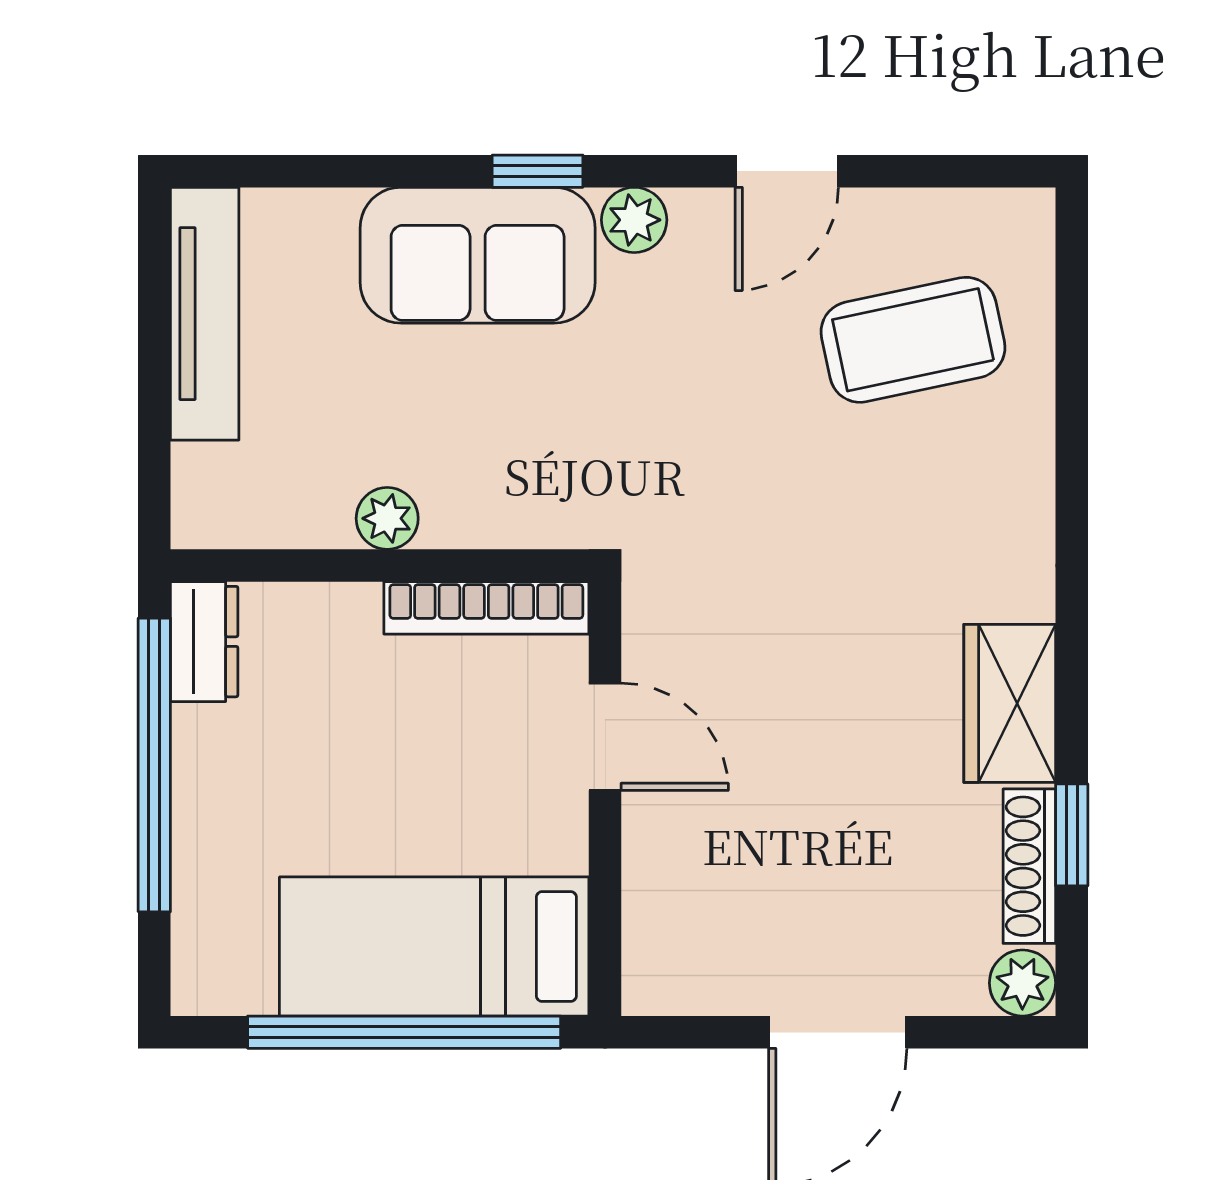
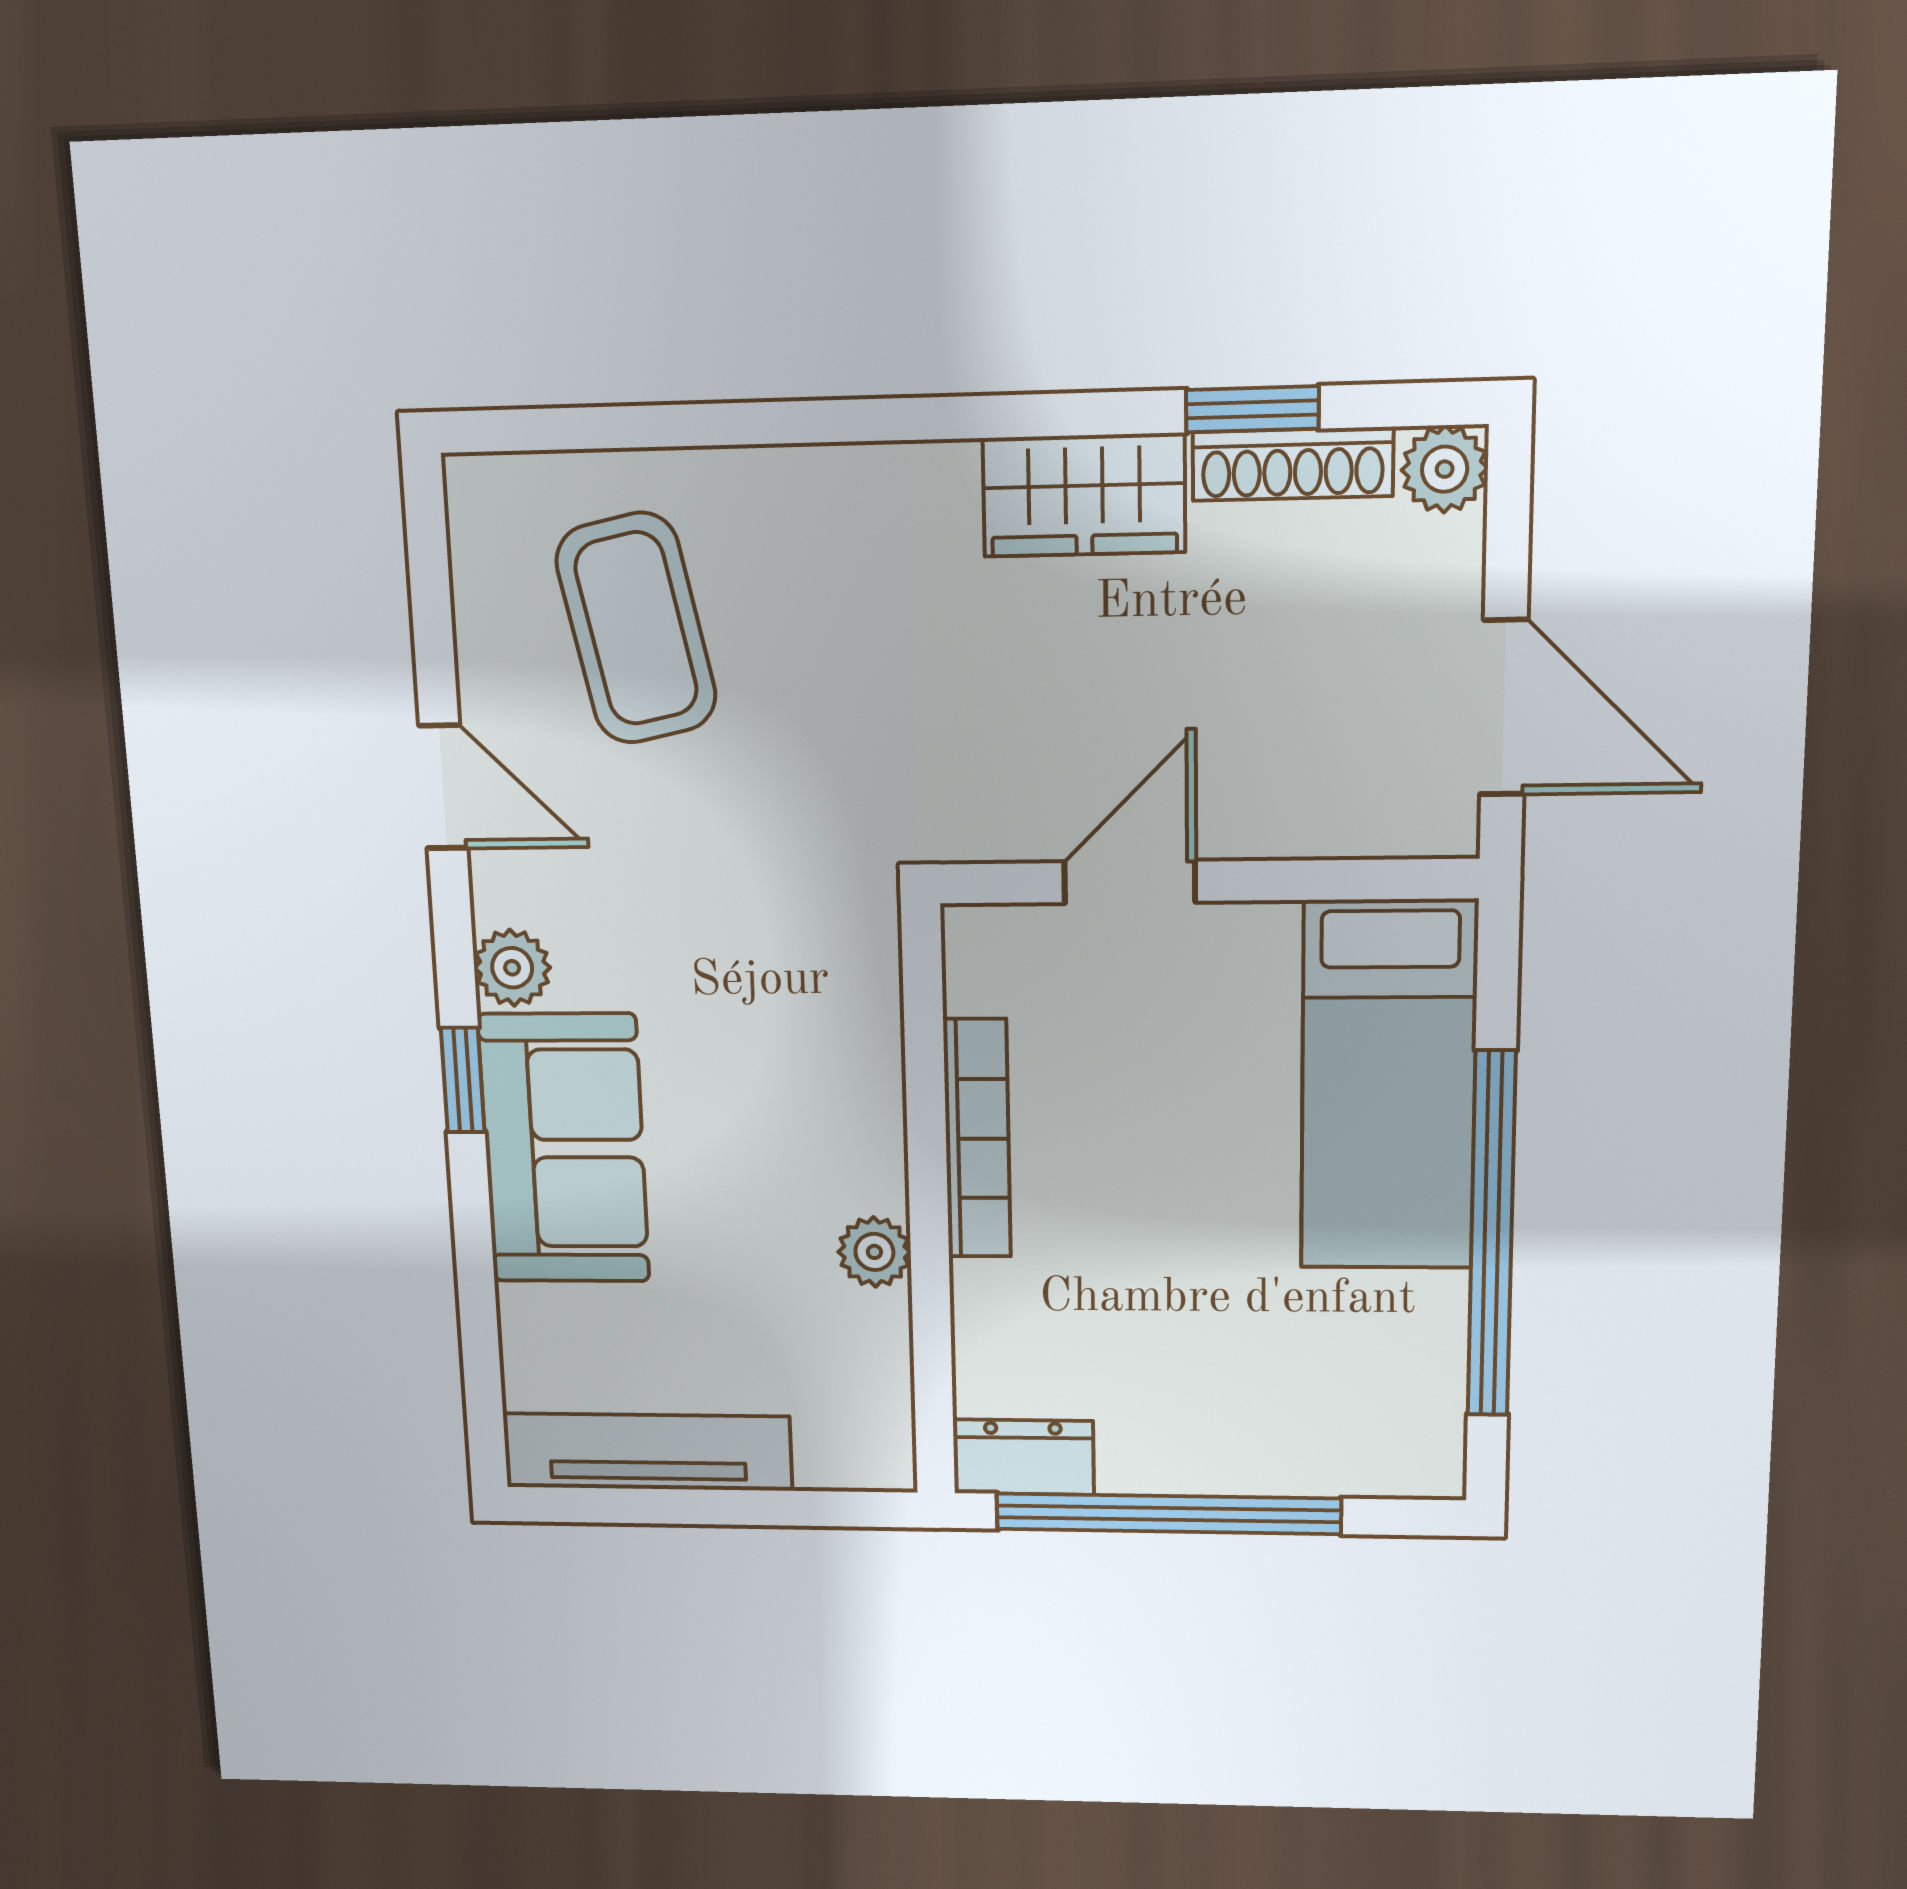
door: (605, 737) -> (1130, 882), moved
wall: (605, 799) -> (1207, 881), moved
bed: (434, 946) -> (1388, 1086), moved

